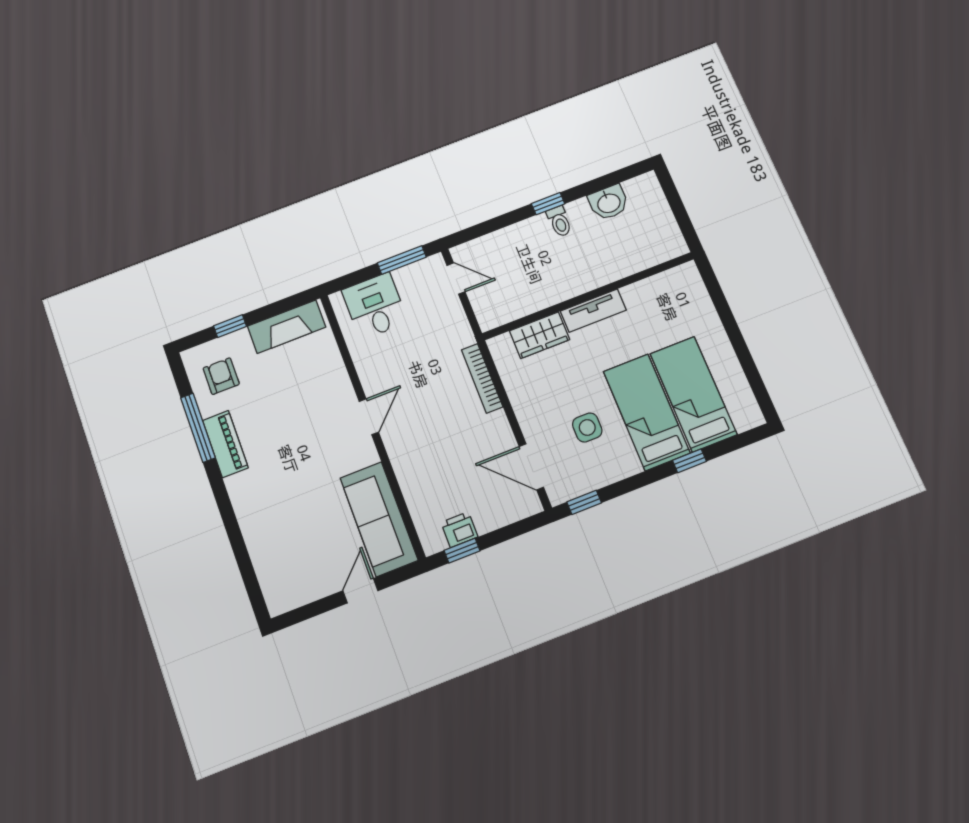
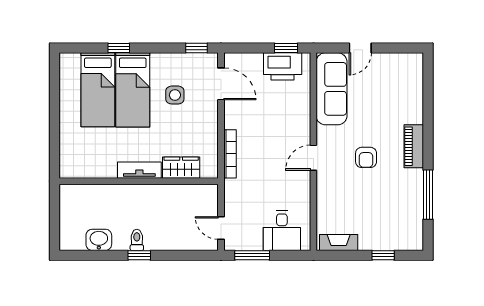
fireplace: (287, 327) -> (339, 242), width x0.73, depth x0.76
armchair: (221, 376) -> (366, 157), moved
piano: (225, 444) -> (414, 146), moved
printer: (459, 530) -> (283, 66), width x1.87, depth x1.48

